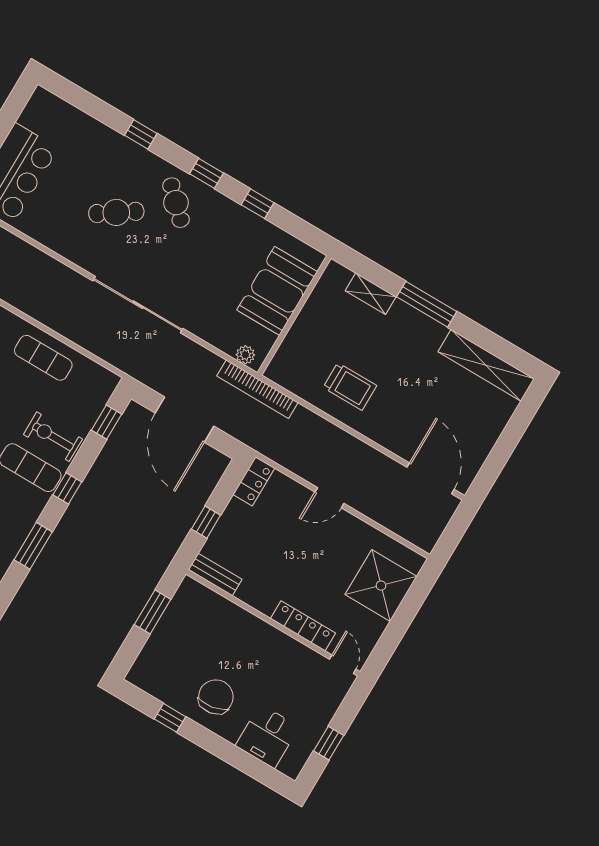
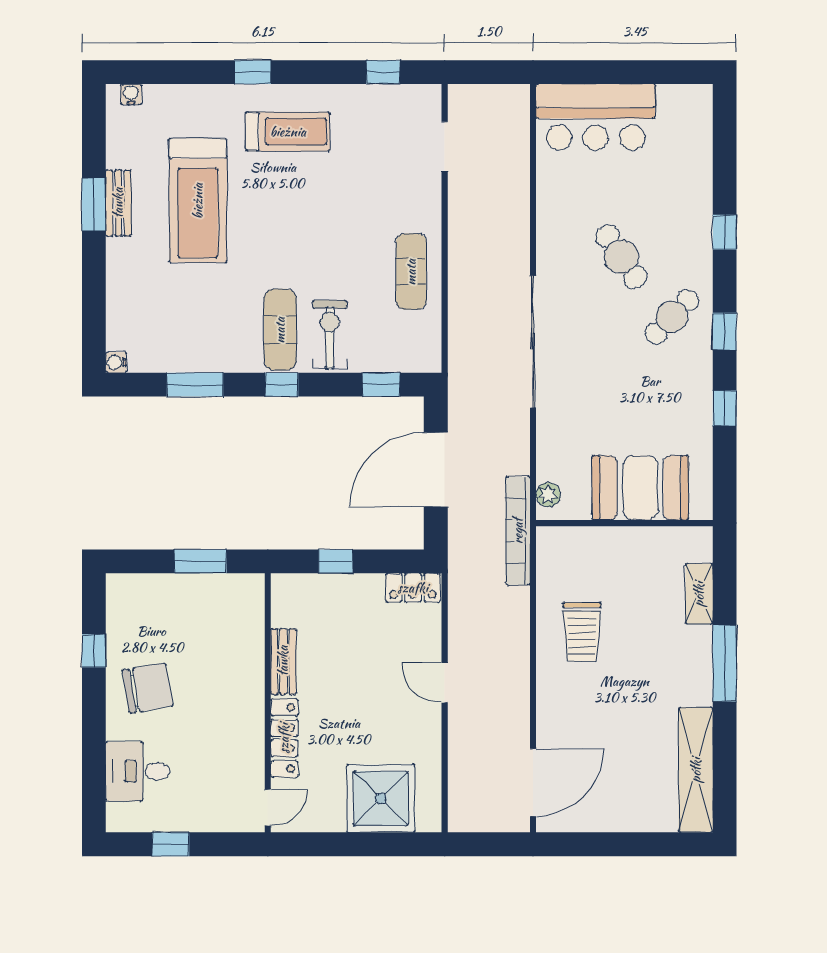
bench: (215, 575) -> (283, 661), moved

